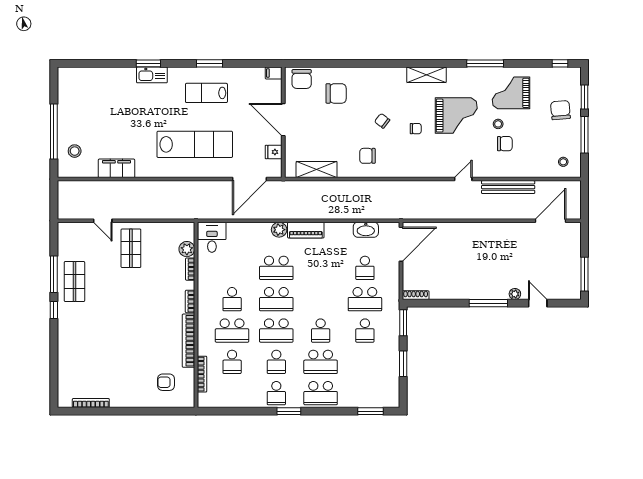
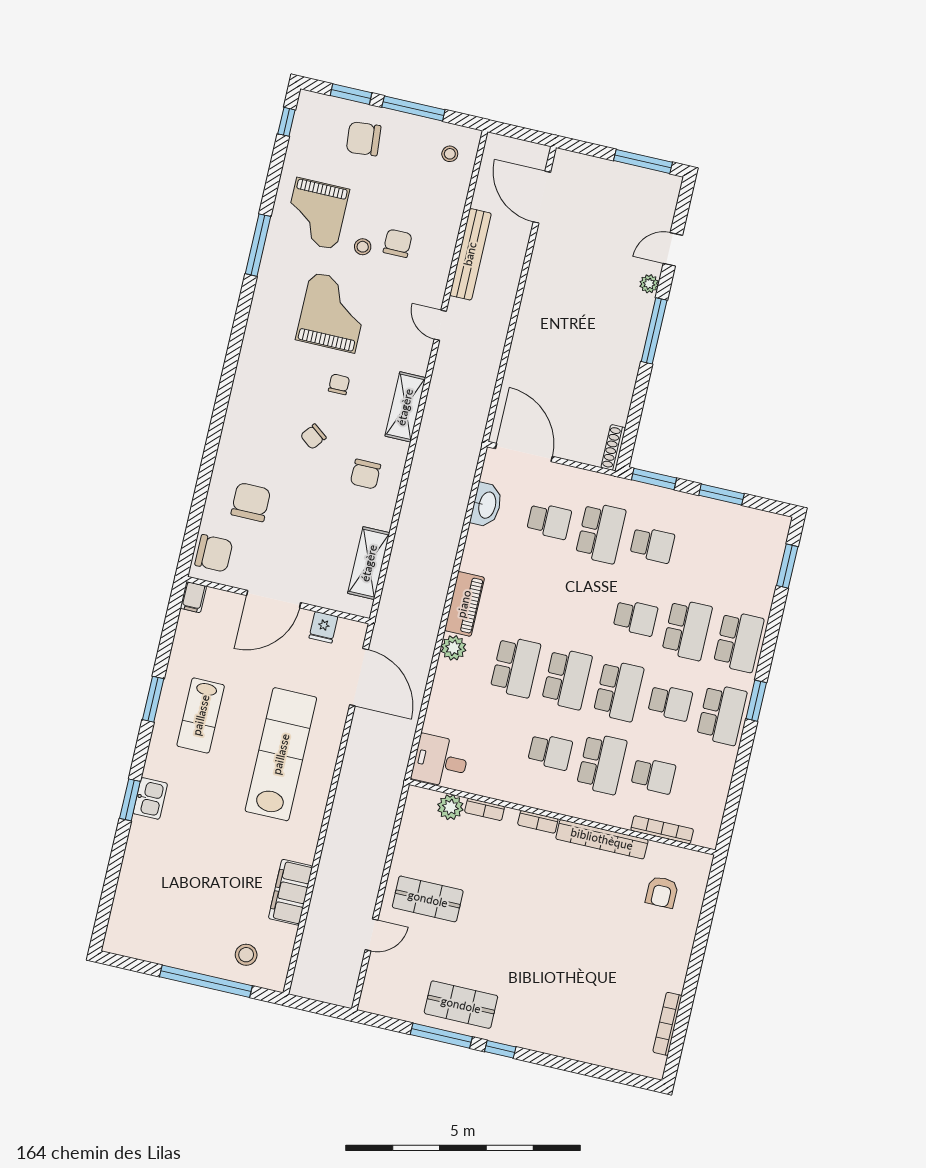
kitchen sink: (152, 75) -> (150, 798), width x0.73
shelving: (426, 75) -> (405, 407), moved
school desk: (276, 393) -> (722, 715), width x1.85

